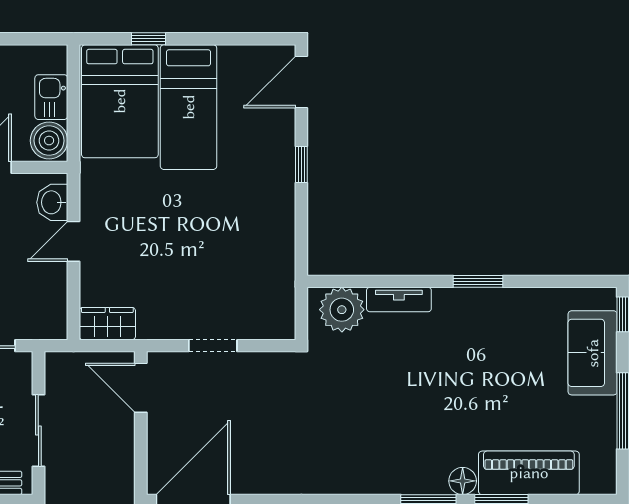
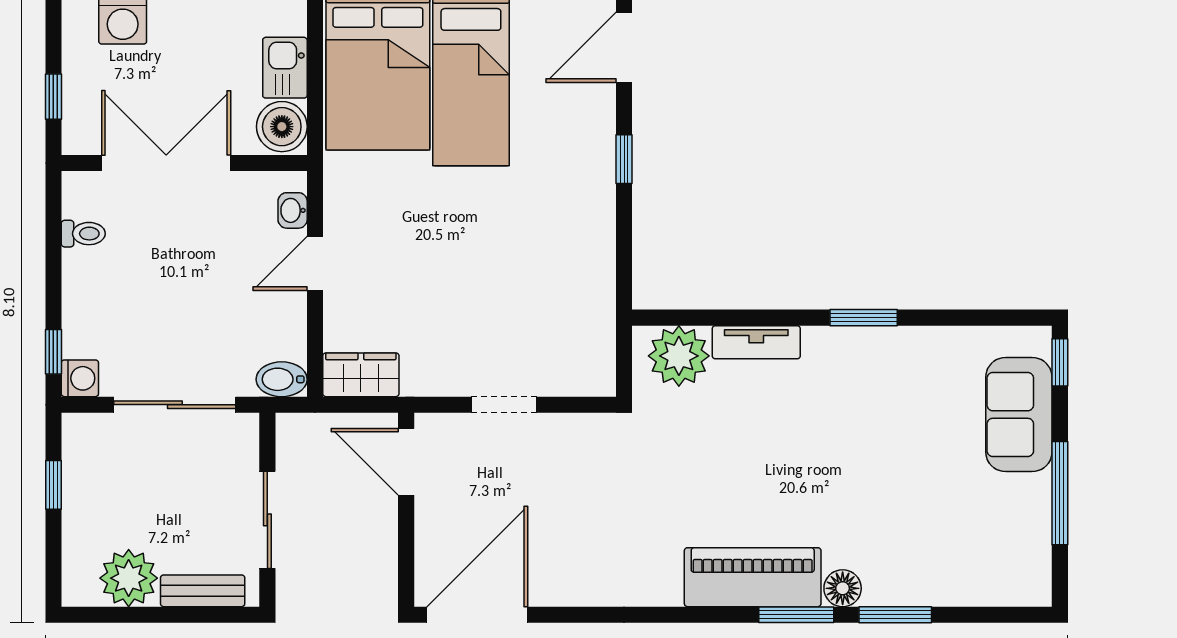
washbasin: (52, 202) -> (293, 210), width x0.72, depth x0.69
bidet: (49, 327) -> (282, 379), added
piano: (529, 473) -> (753, 577), moved

